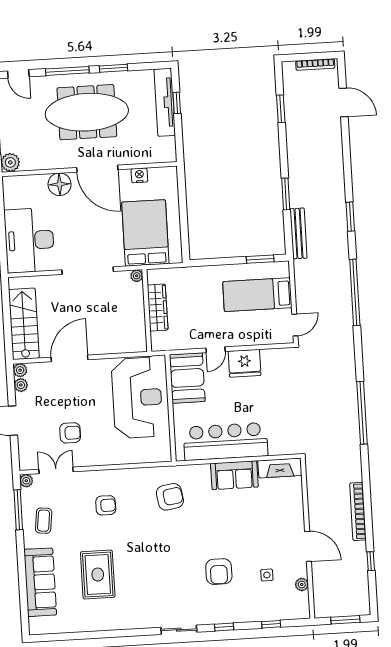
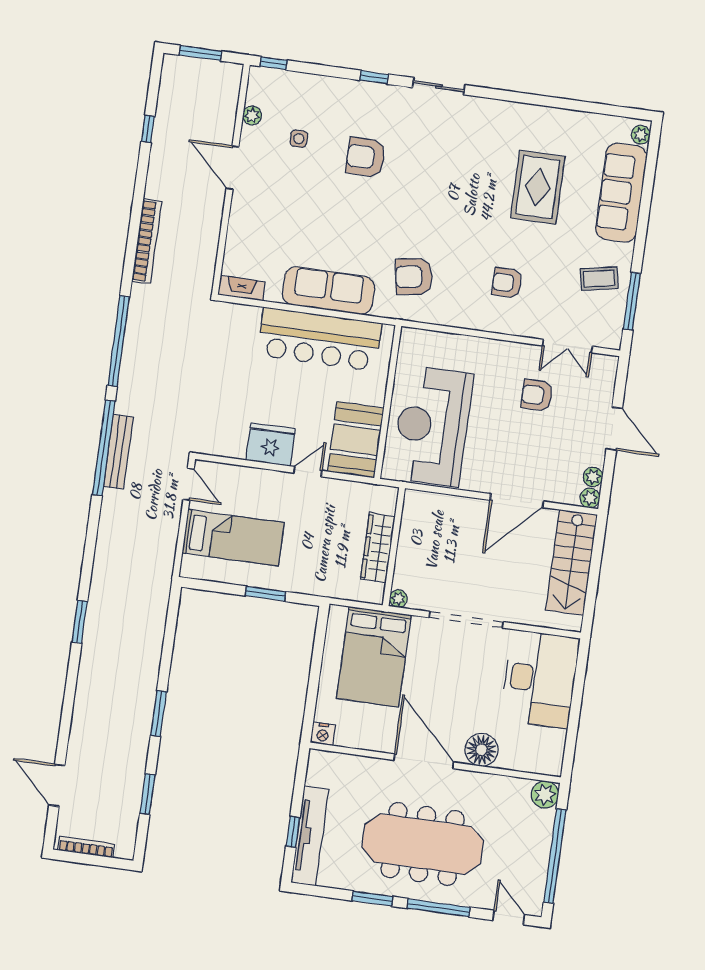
nightstand: (139, 175) -> (323, 734), moved
window: (286, 194) -> (159, 714), moved
bench: (298, 233) -> (118, 452), moved
window: (260, 259) -> (266, 594), moved
window: (355, 292) -> (104, 448), moved
door: (295, 325) -> (189, 484), swing flipped
fireplace: (280, 468) -> (241, 288), width x0.73, depth x0.76
sofa: (234, 475) -> (328, 291), width x1.36
plant: (26, 481) -> (641, 135), moved
bookcase: (358, 511) -> (147, 241), moved
coffee table: (44, 521) -> (599, 279), turned 72
armchair: (219, 572) -> (366, 157), turned -90
window: (271, 624) -> (274, 63), moved

